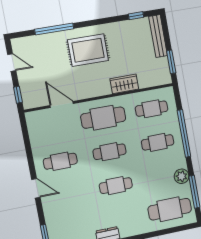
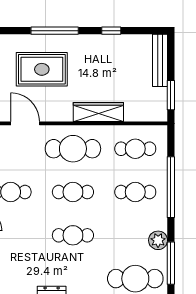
window: (136, 16) -> (111, 31), moved
window: (54, 29) -> (55, 31), moved
rug: (88, 50) -> (42, 69), moved
wardrobe: (124, 84) -> (98, 112), width x1.50

